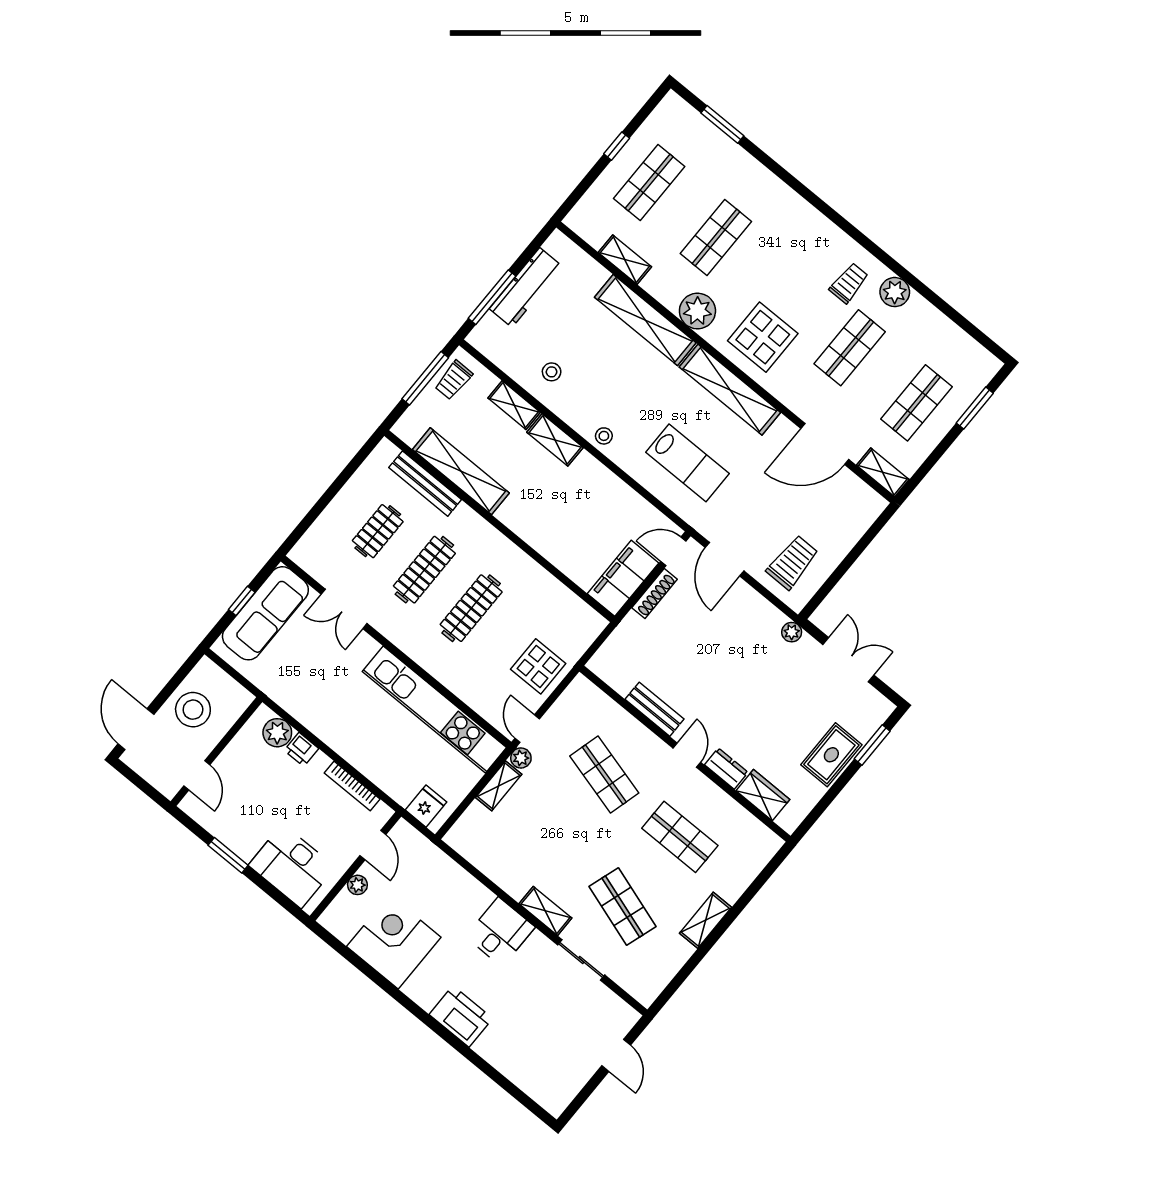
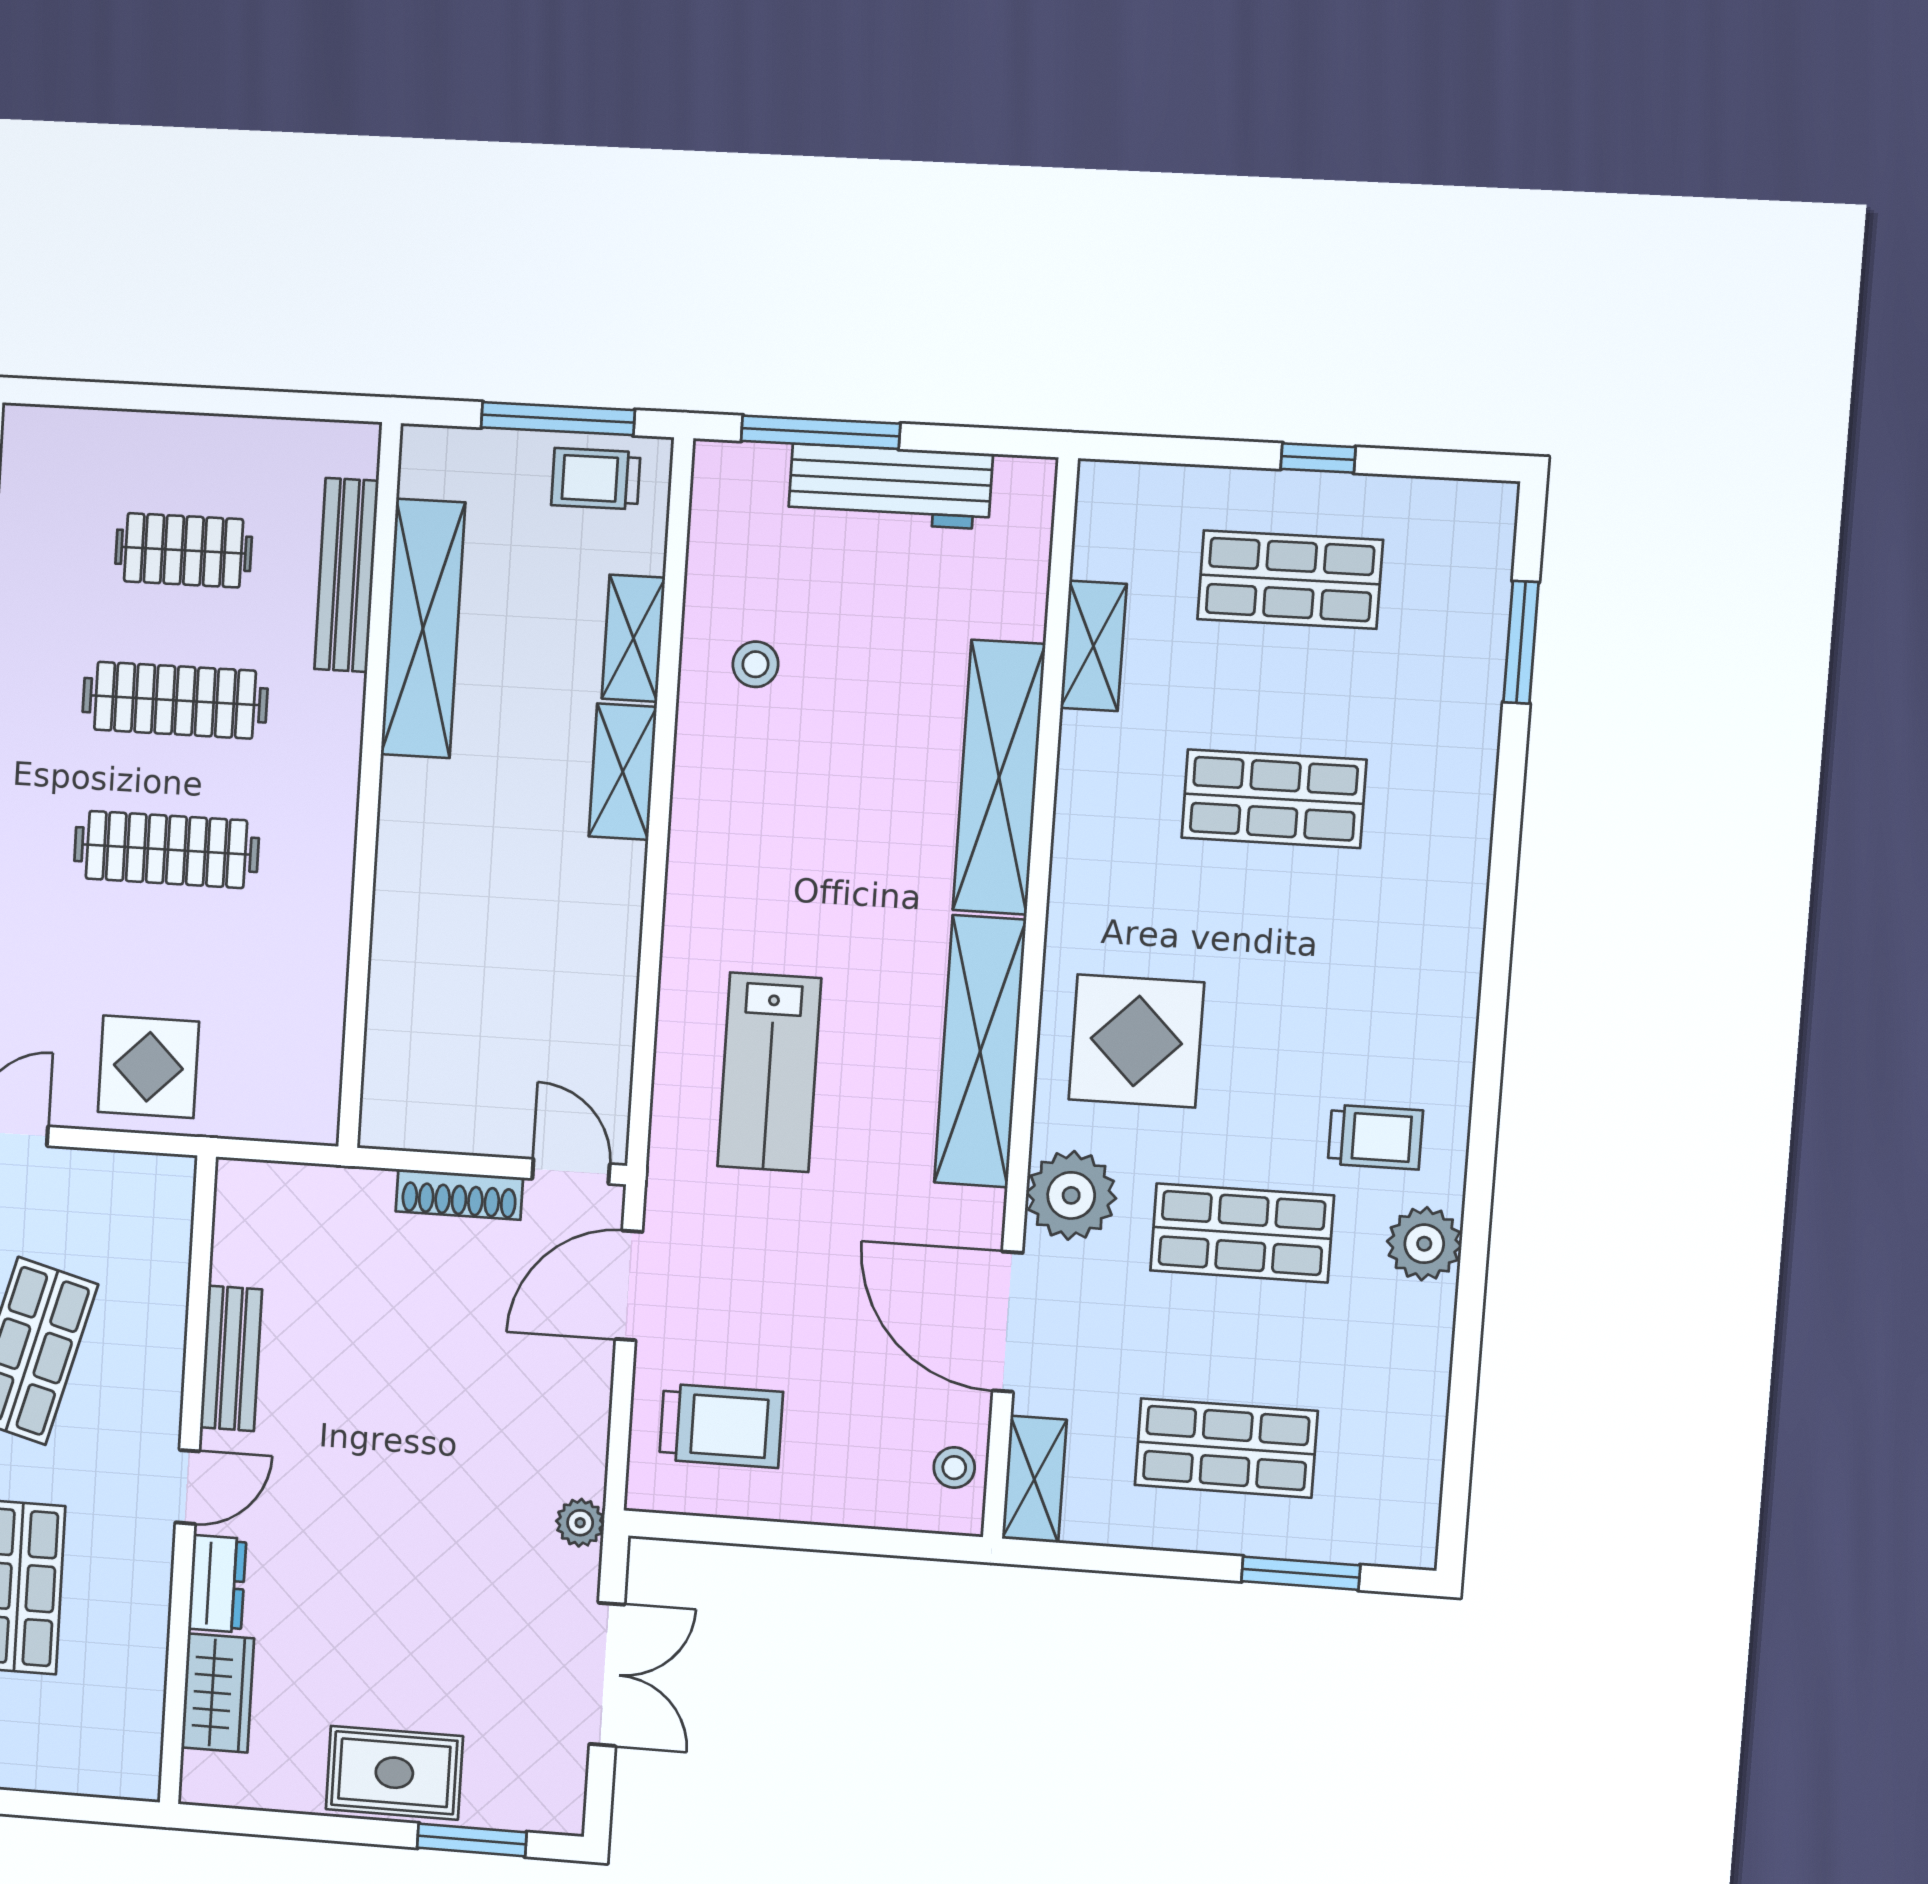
plant: (697, 311) -> (1071, 1195), moved
stool: (604, 436) -> (954, 1468), moved
filing cabinet: (623, 578) -> (444, 1109), removed

